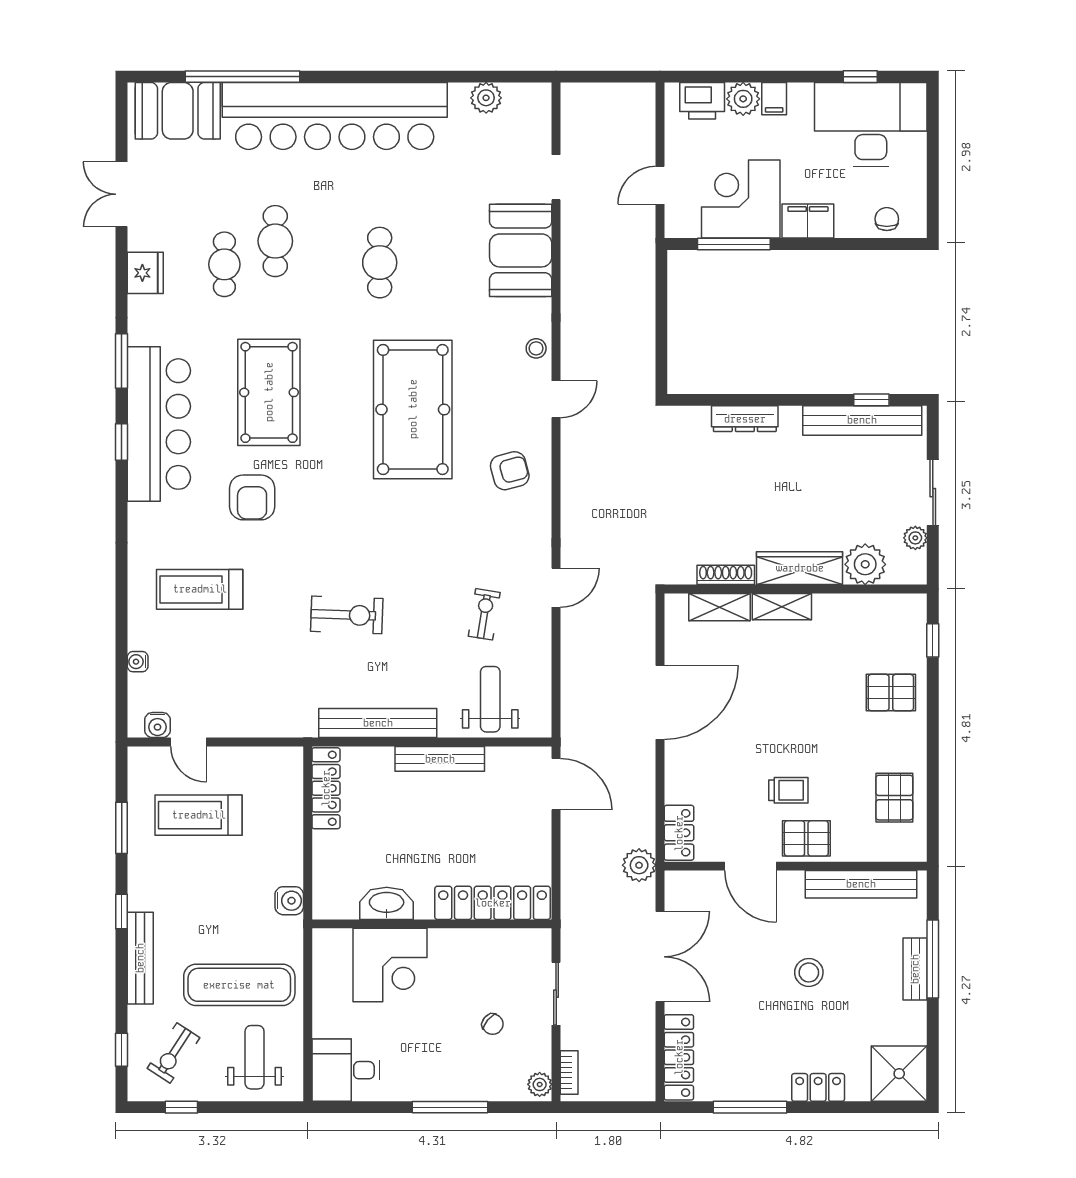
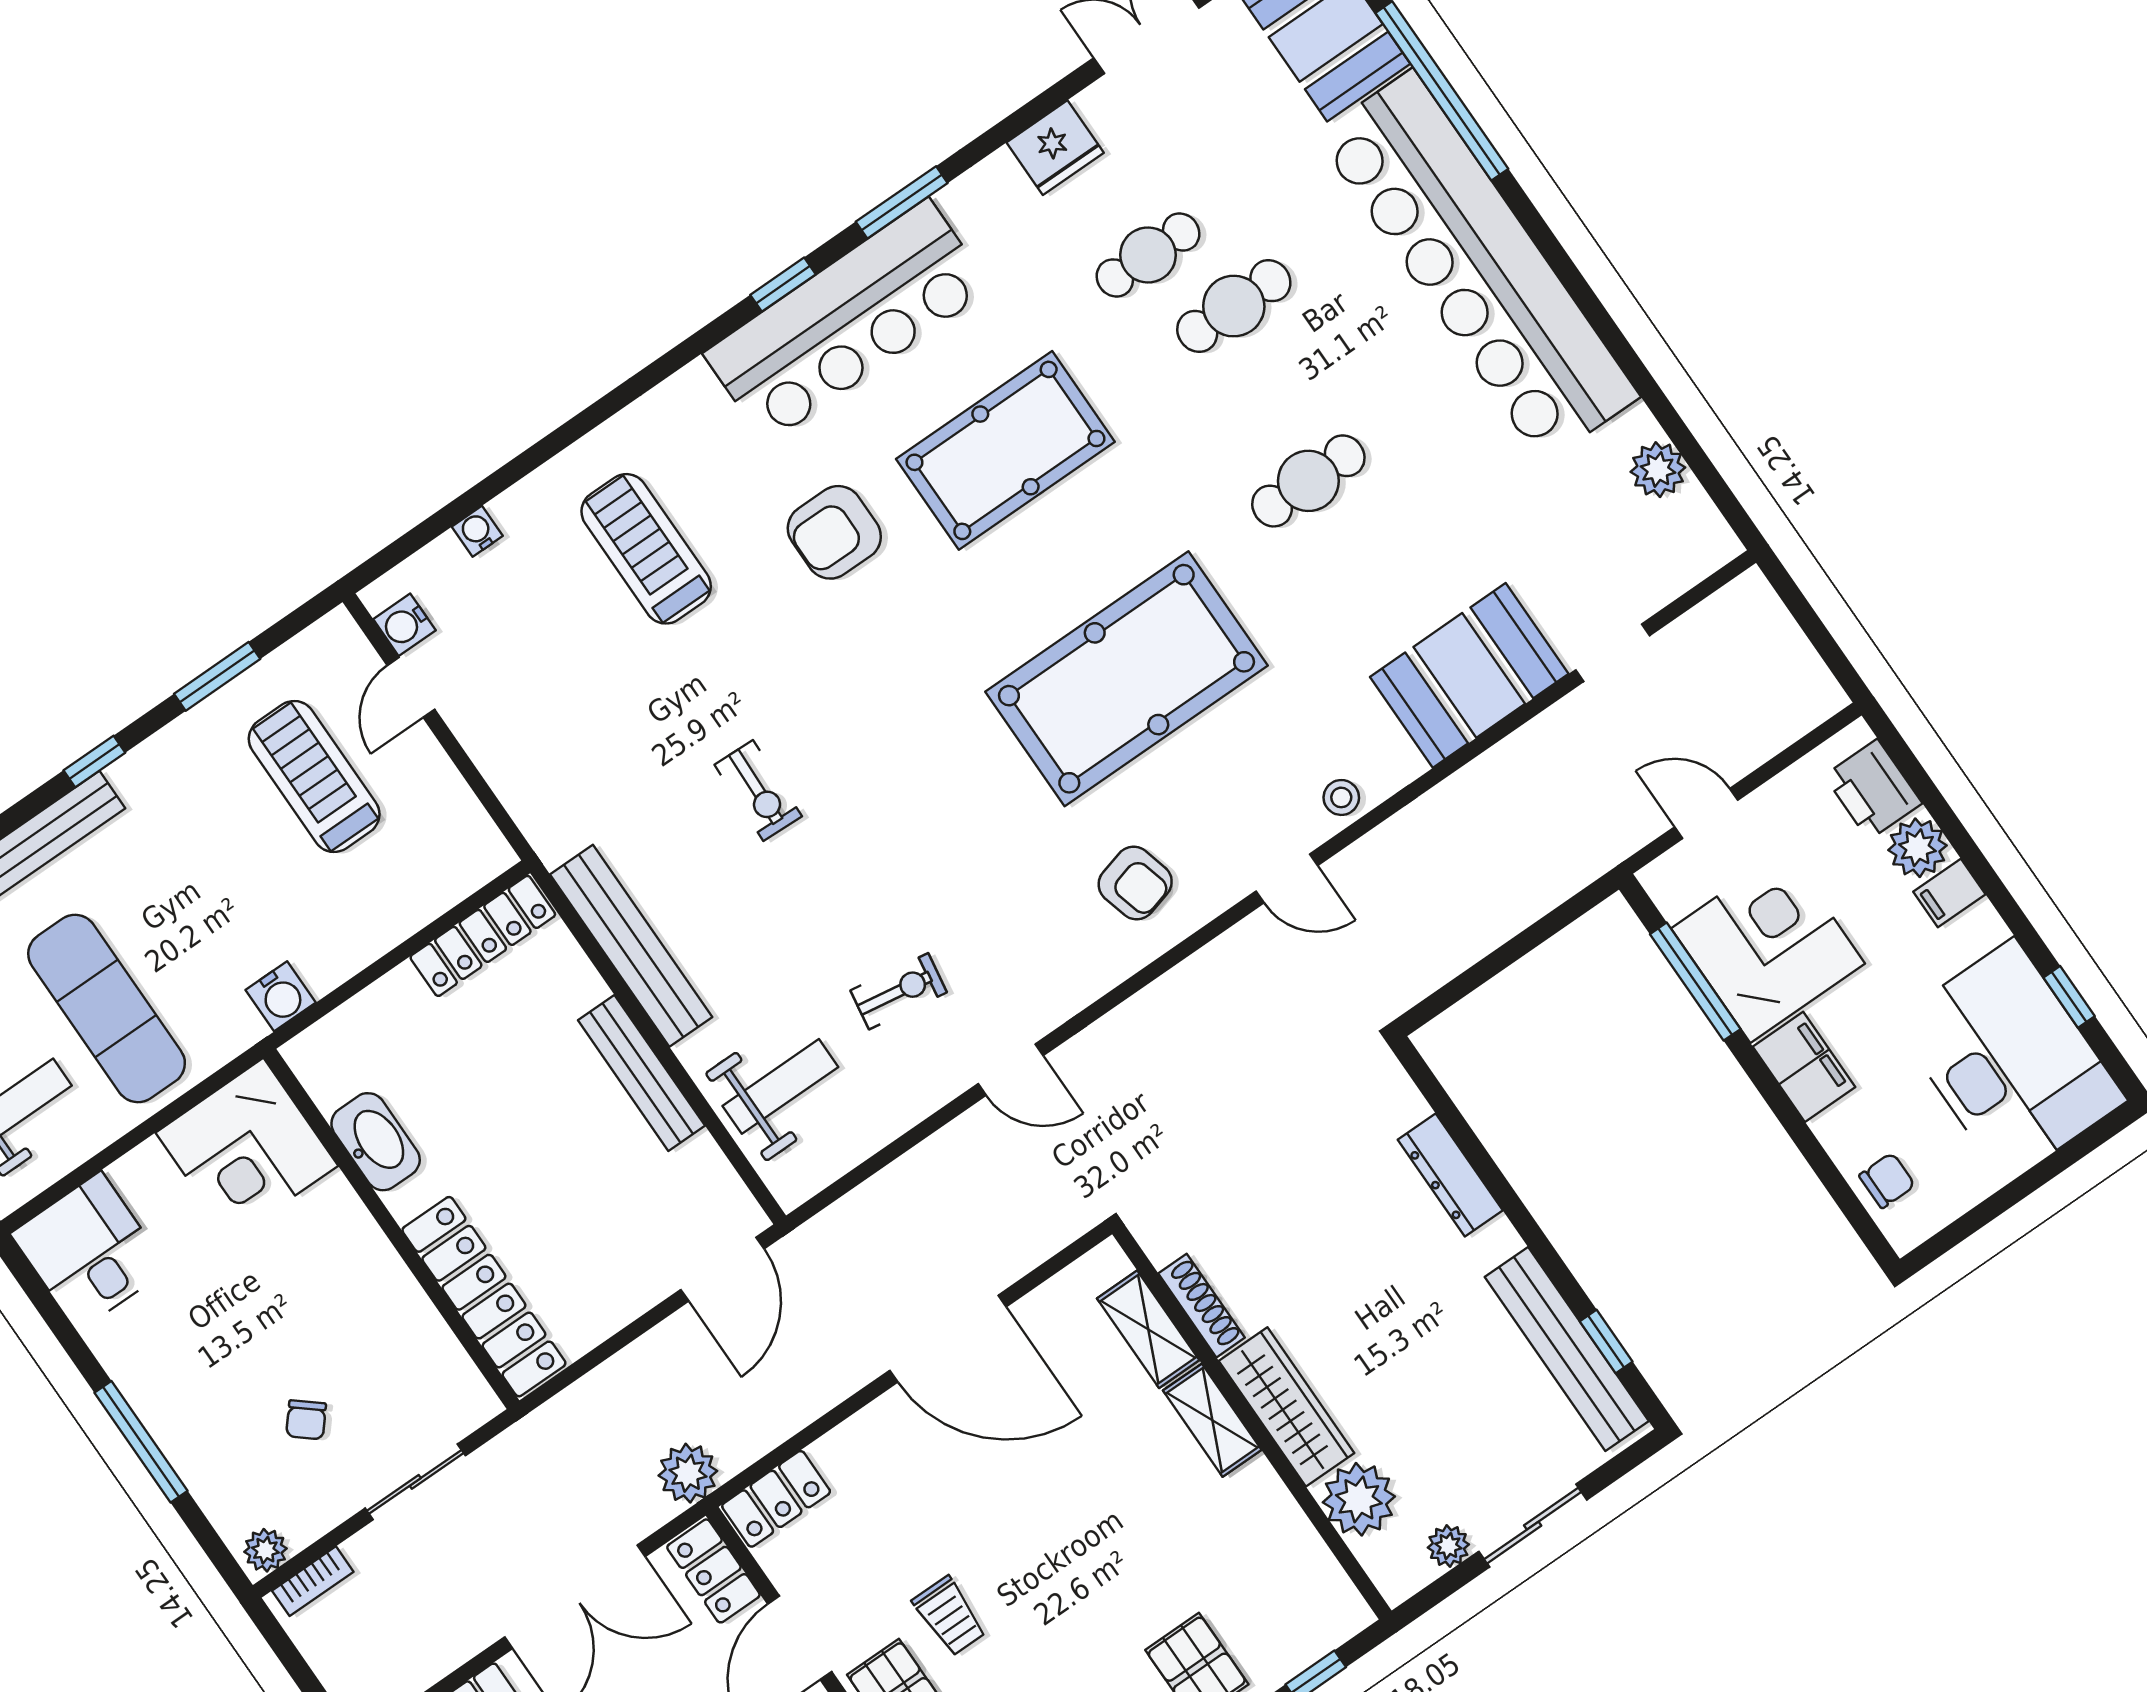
exercise bike: (347, 615) -> (758, 791), width x0.73, depth x0.72
locker: (692, 885) -> (713, 1571), added
corner desk: (390, 965) -> (247, 1149), moved

